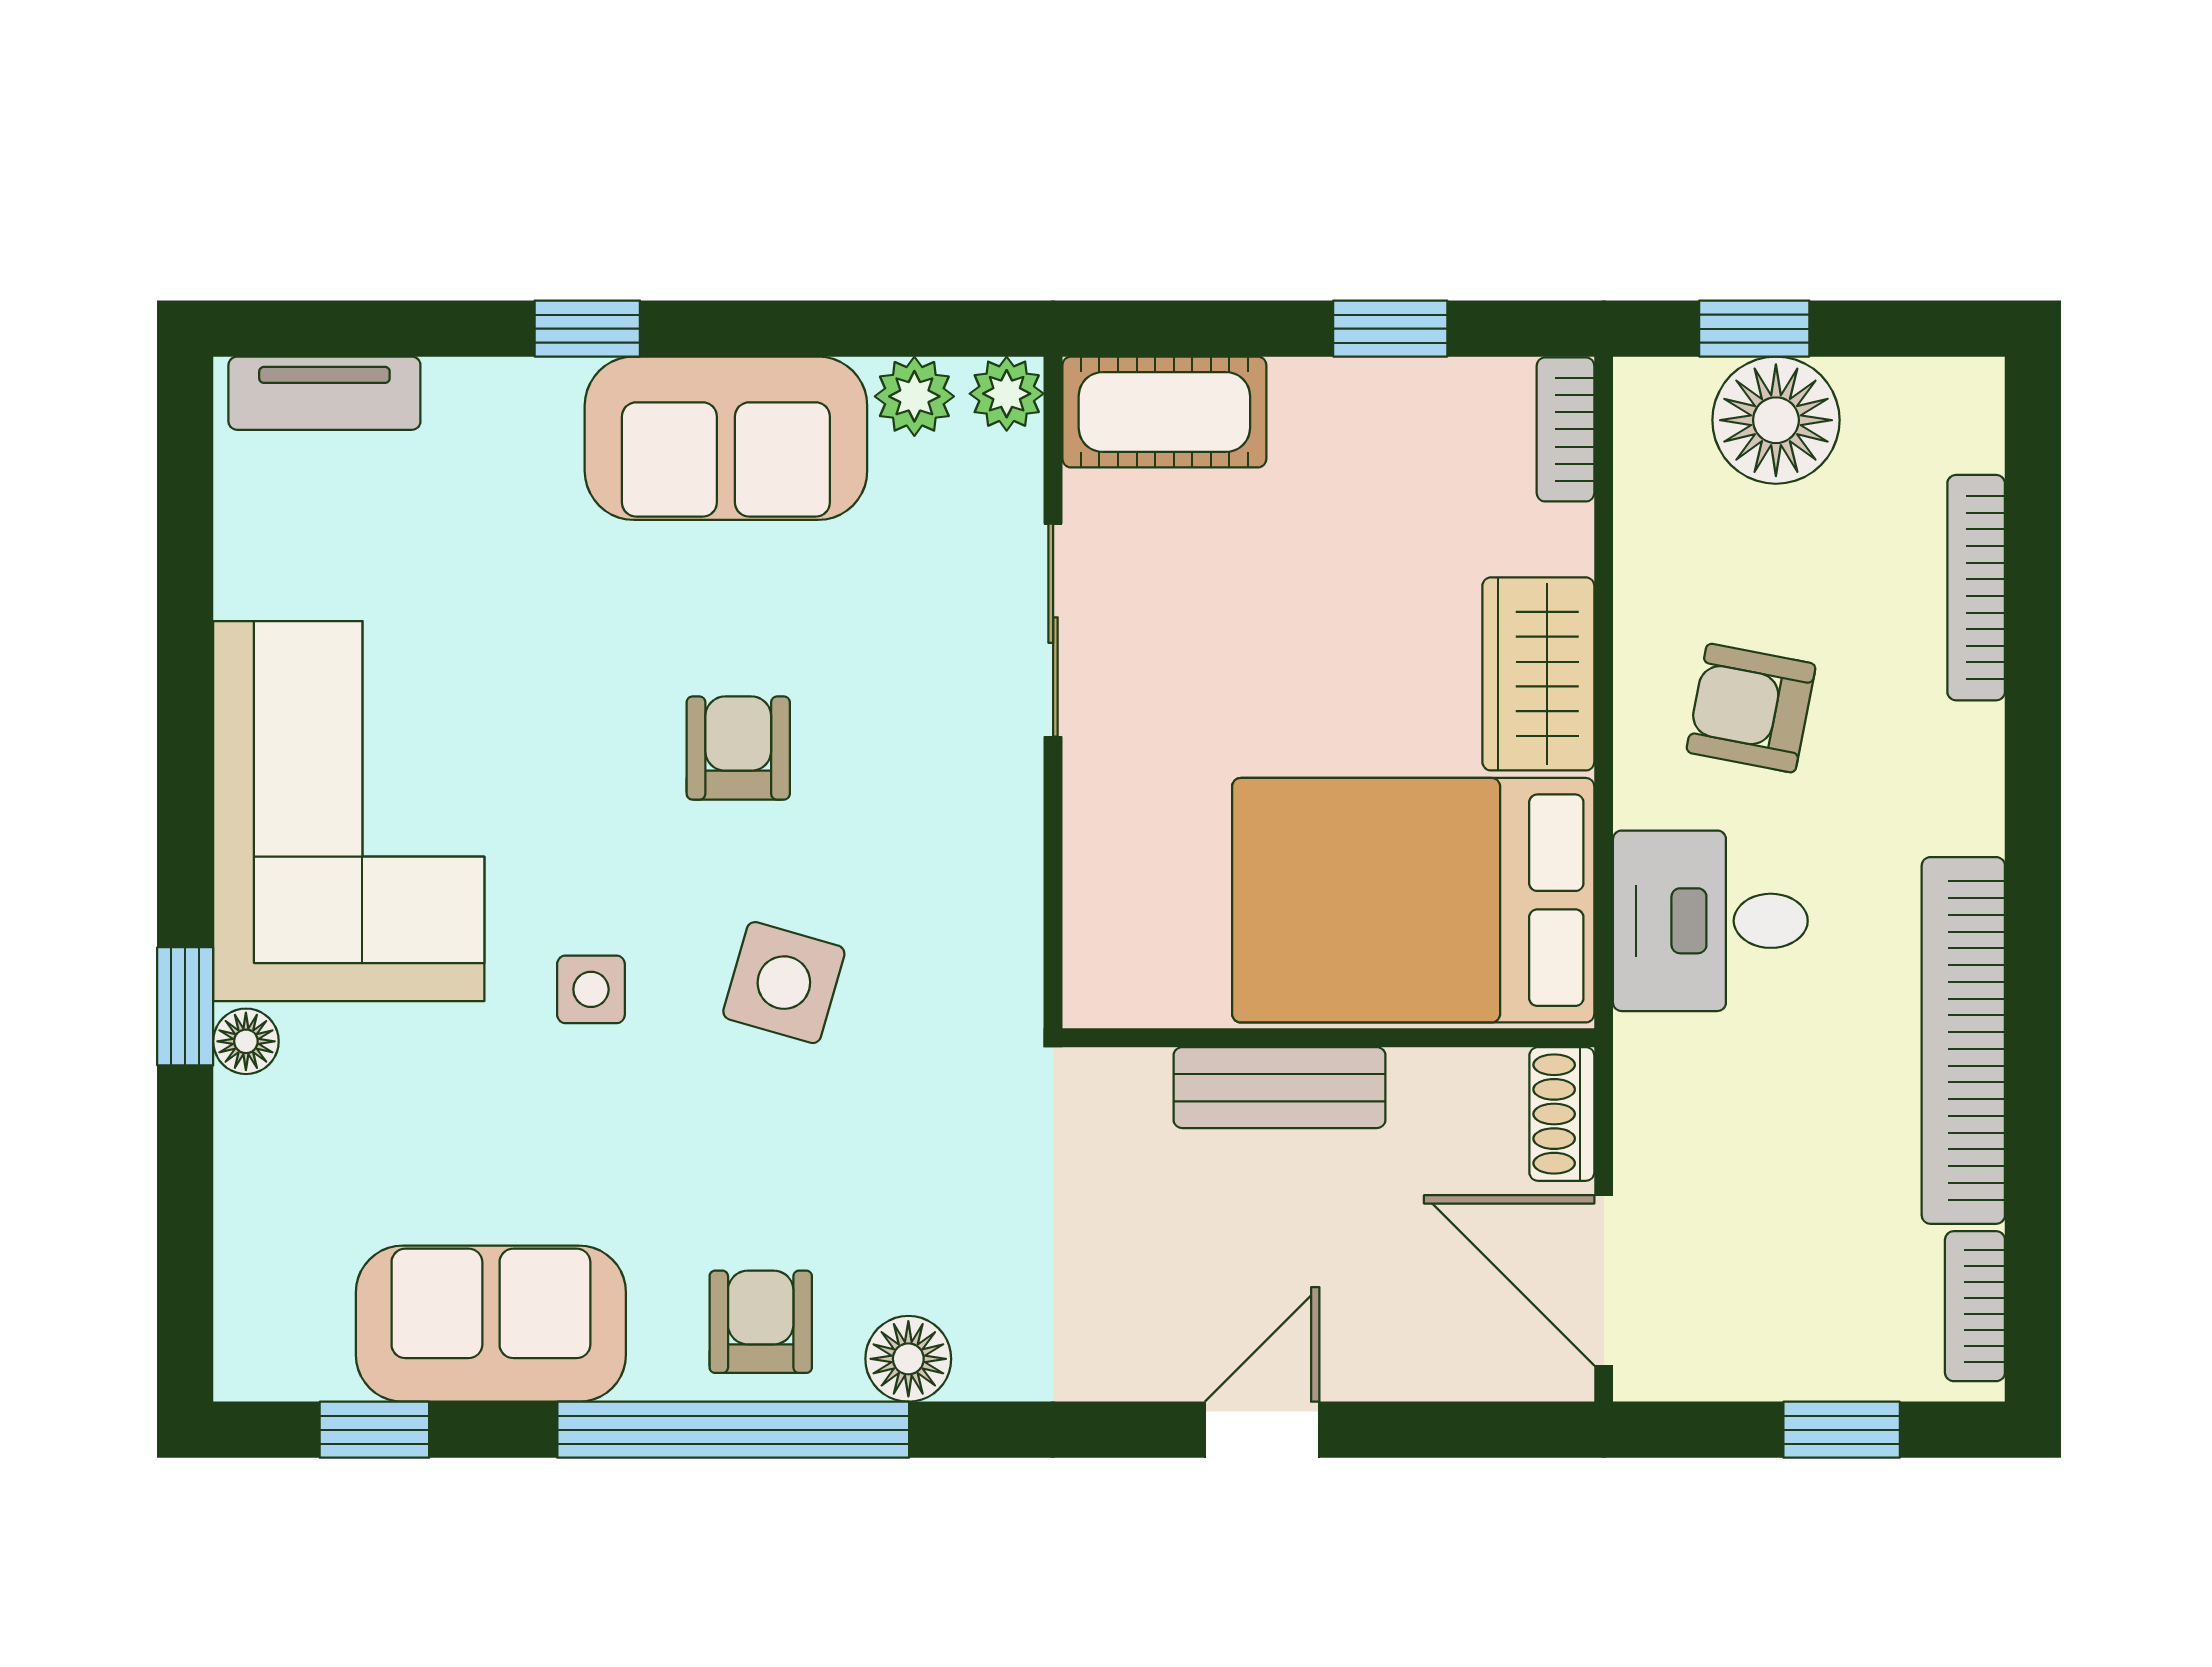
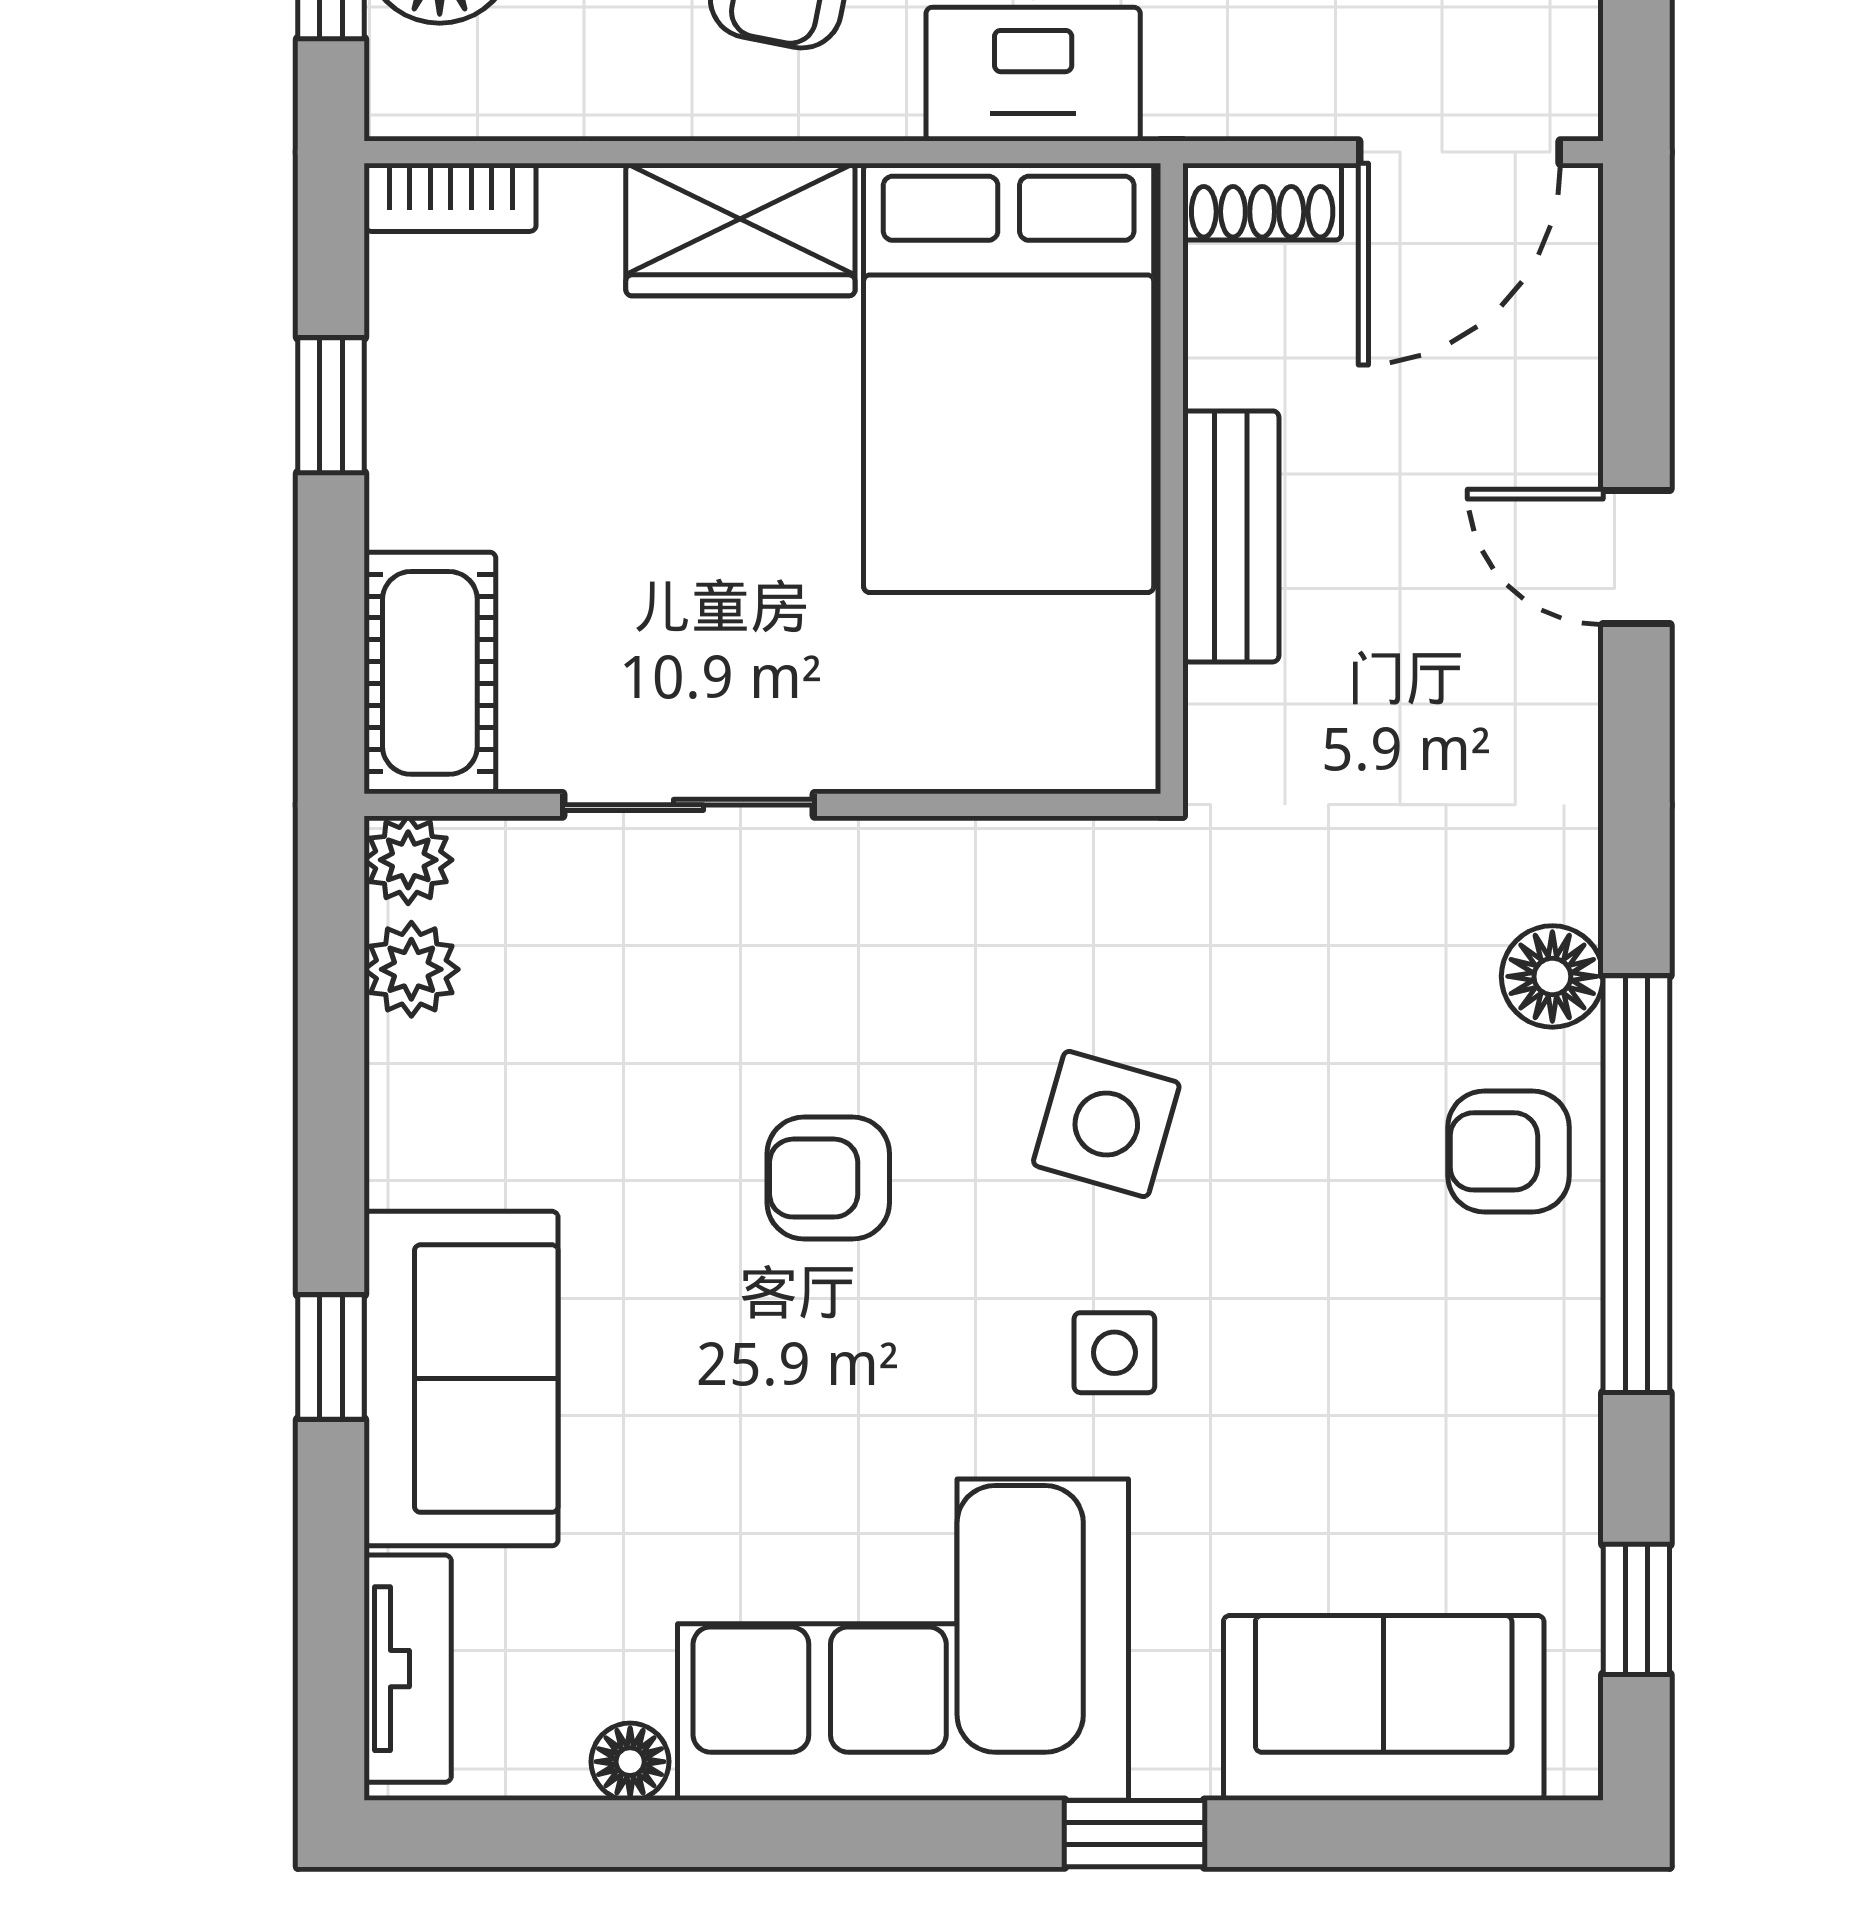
sofa: (726, 438) -> (461, 1379), moved
floor lamp: (246, 1041) -> (630, 1762), moved
sofa: (491, 1324) -> (1384, 1708), moved, turned 90

